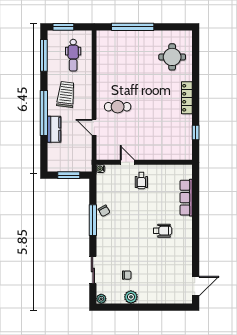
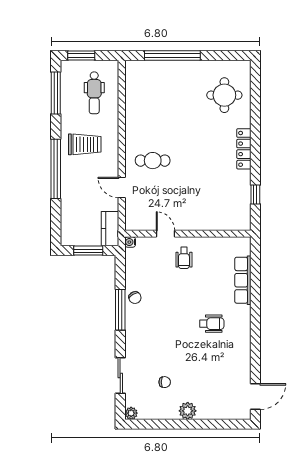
trolley: (66, 94) -> (85, 144), turned 83
kitchen counter: (54, 129) -> (110, 229), moved, turned 180
plant: (131, 297) -> (188, 411), moved

